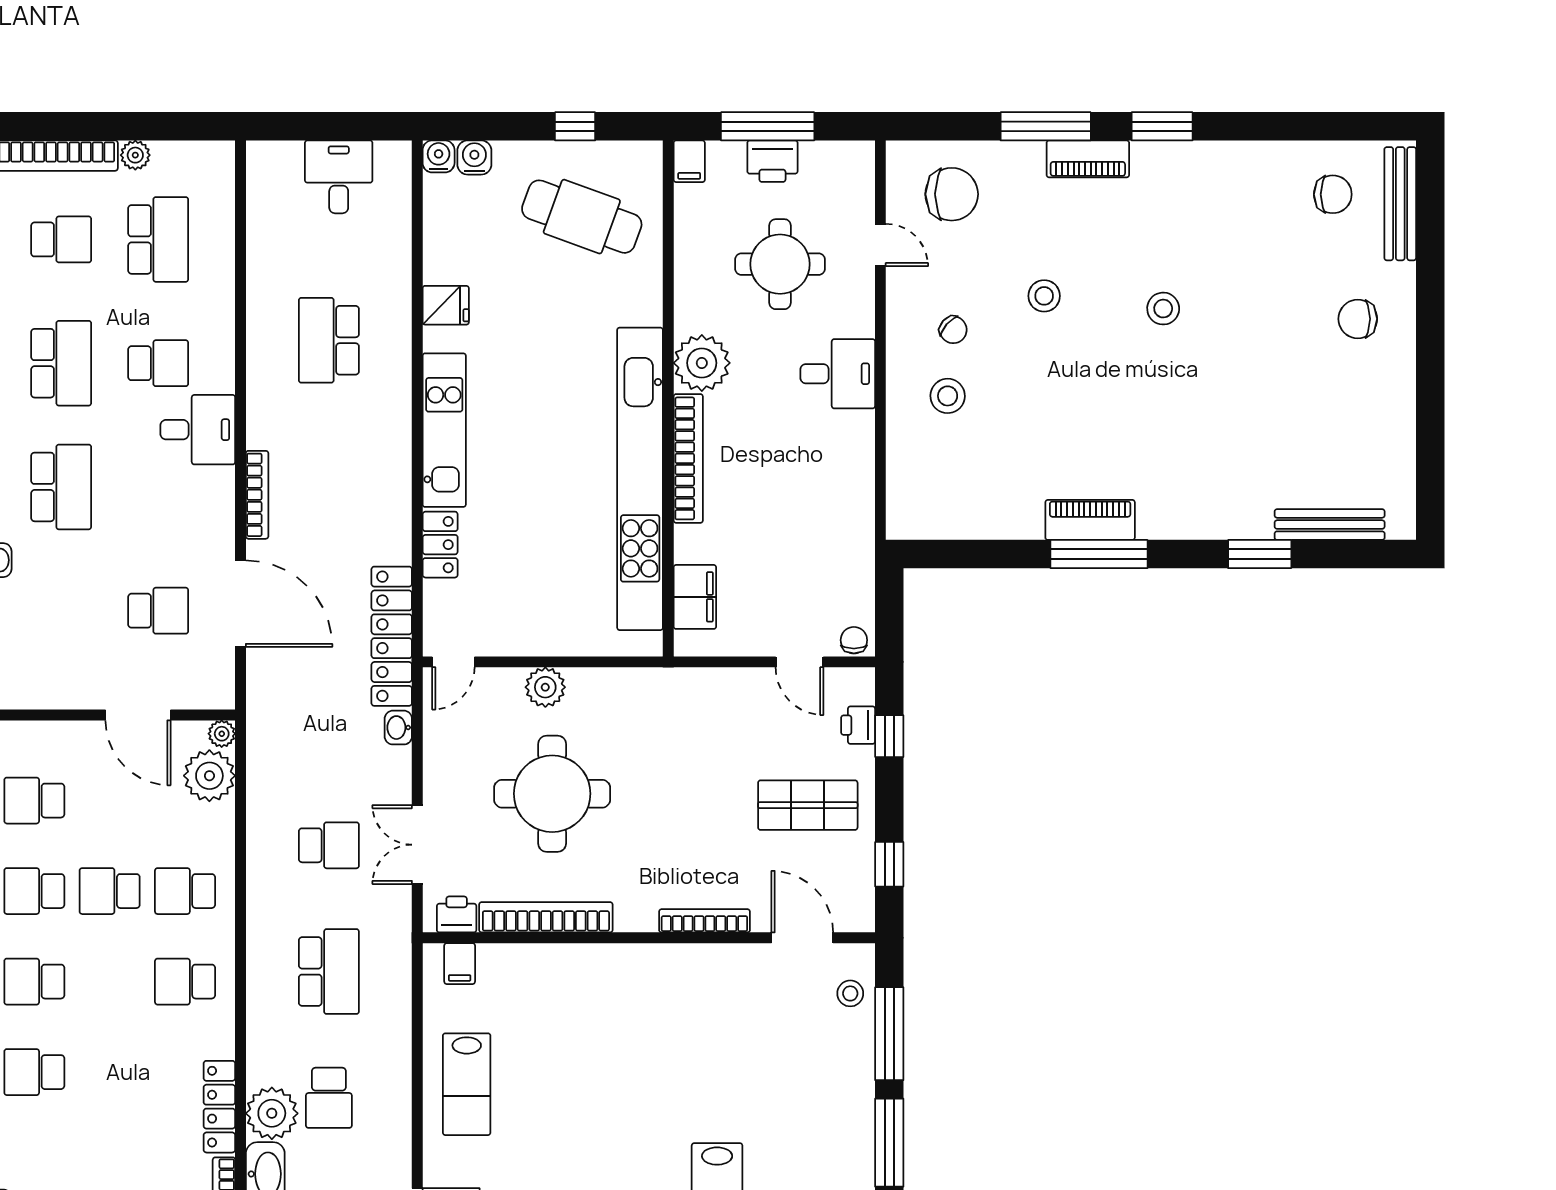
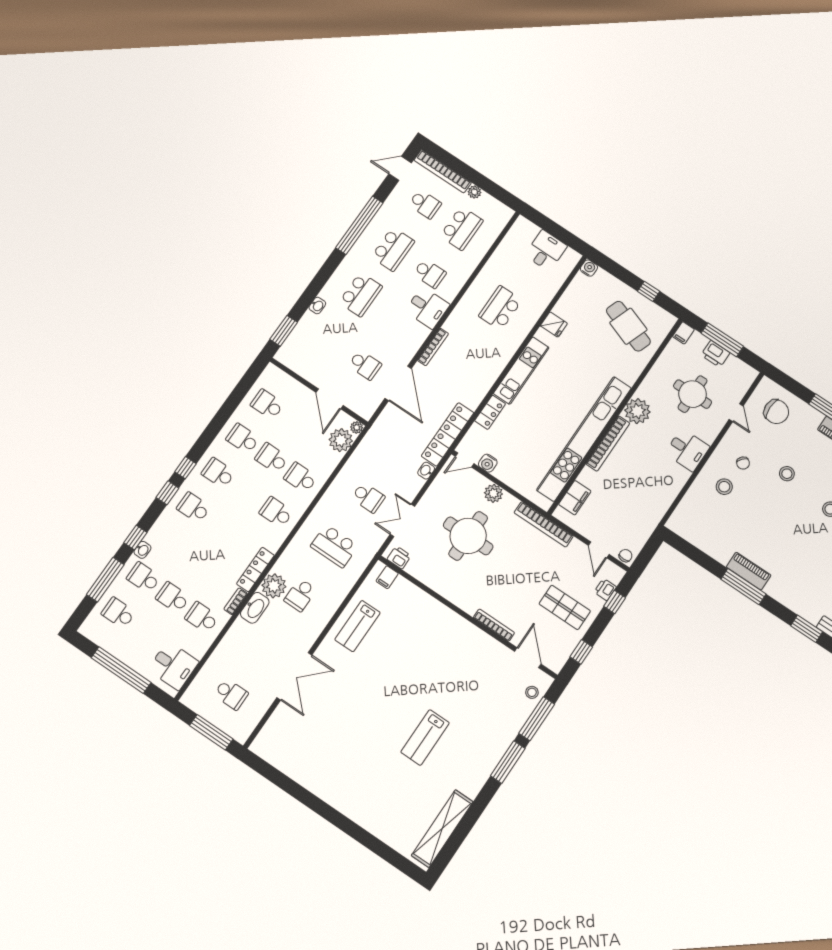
water cooler: (474, 157) -> (488, 463), moved, turned 180
bookcase: (546, 917) -> (544, 524), moved, turned 180
school desk: (329, 972) -> (334, 546), turned 90

